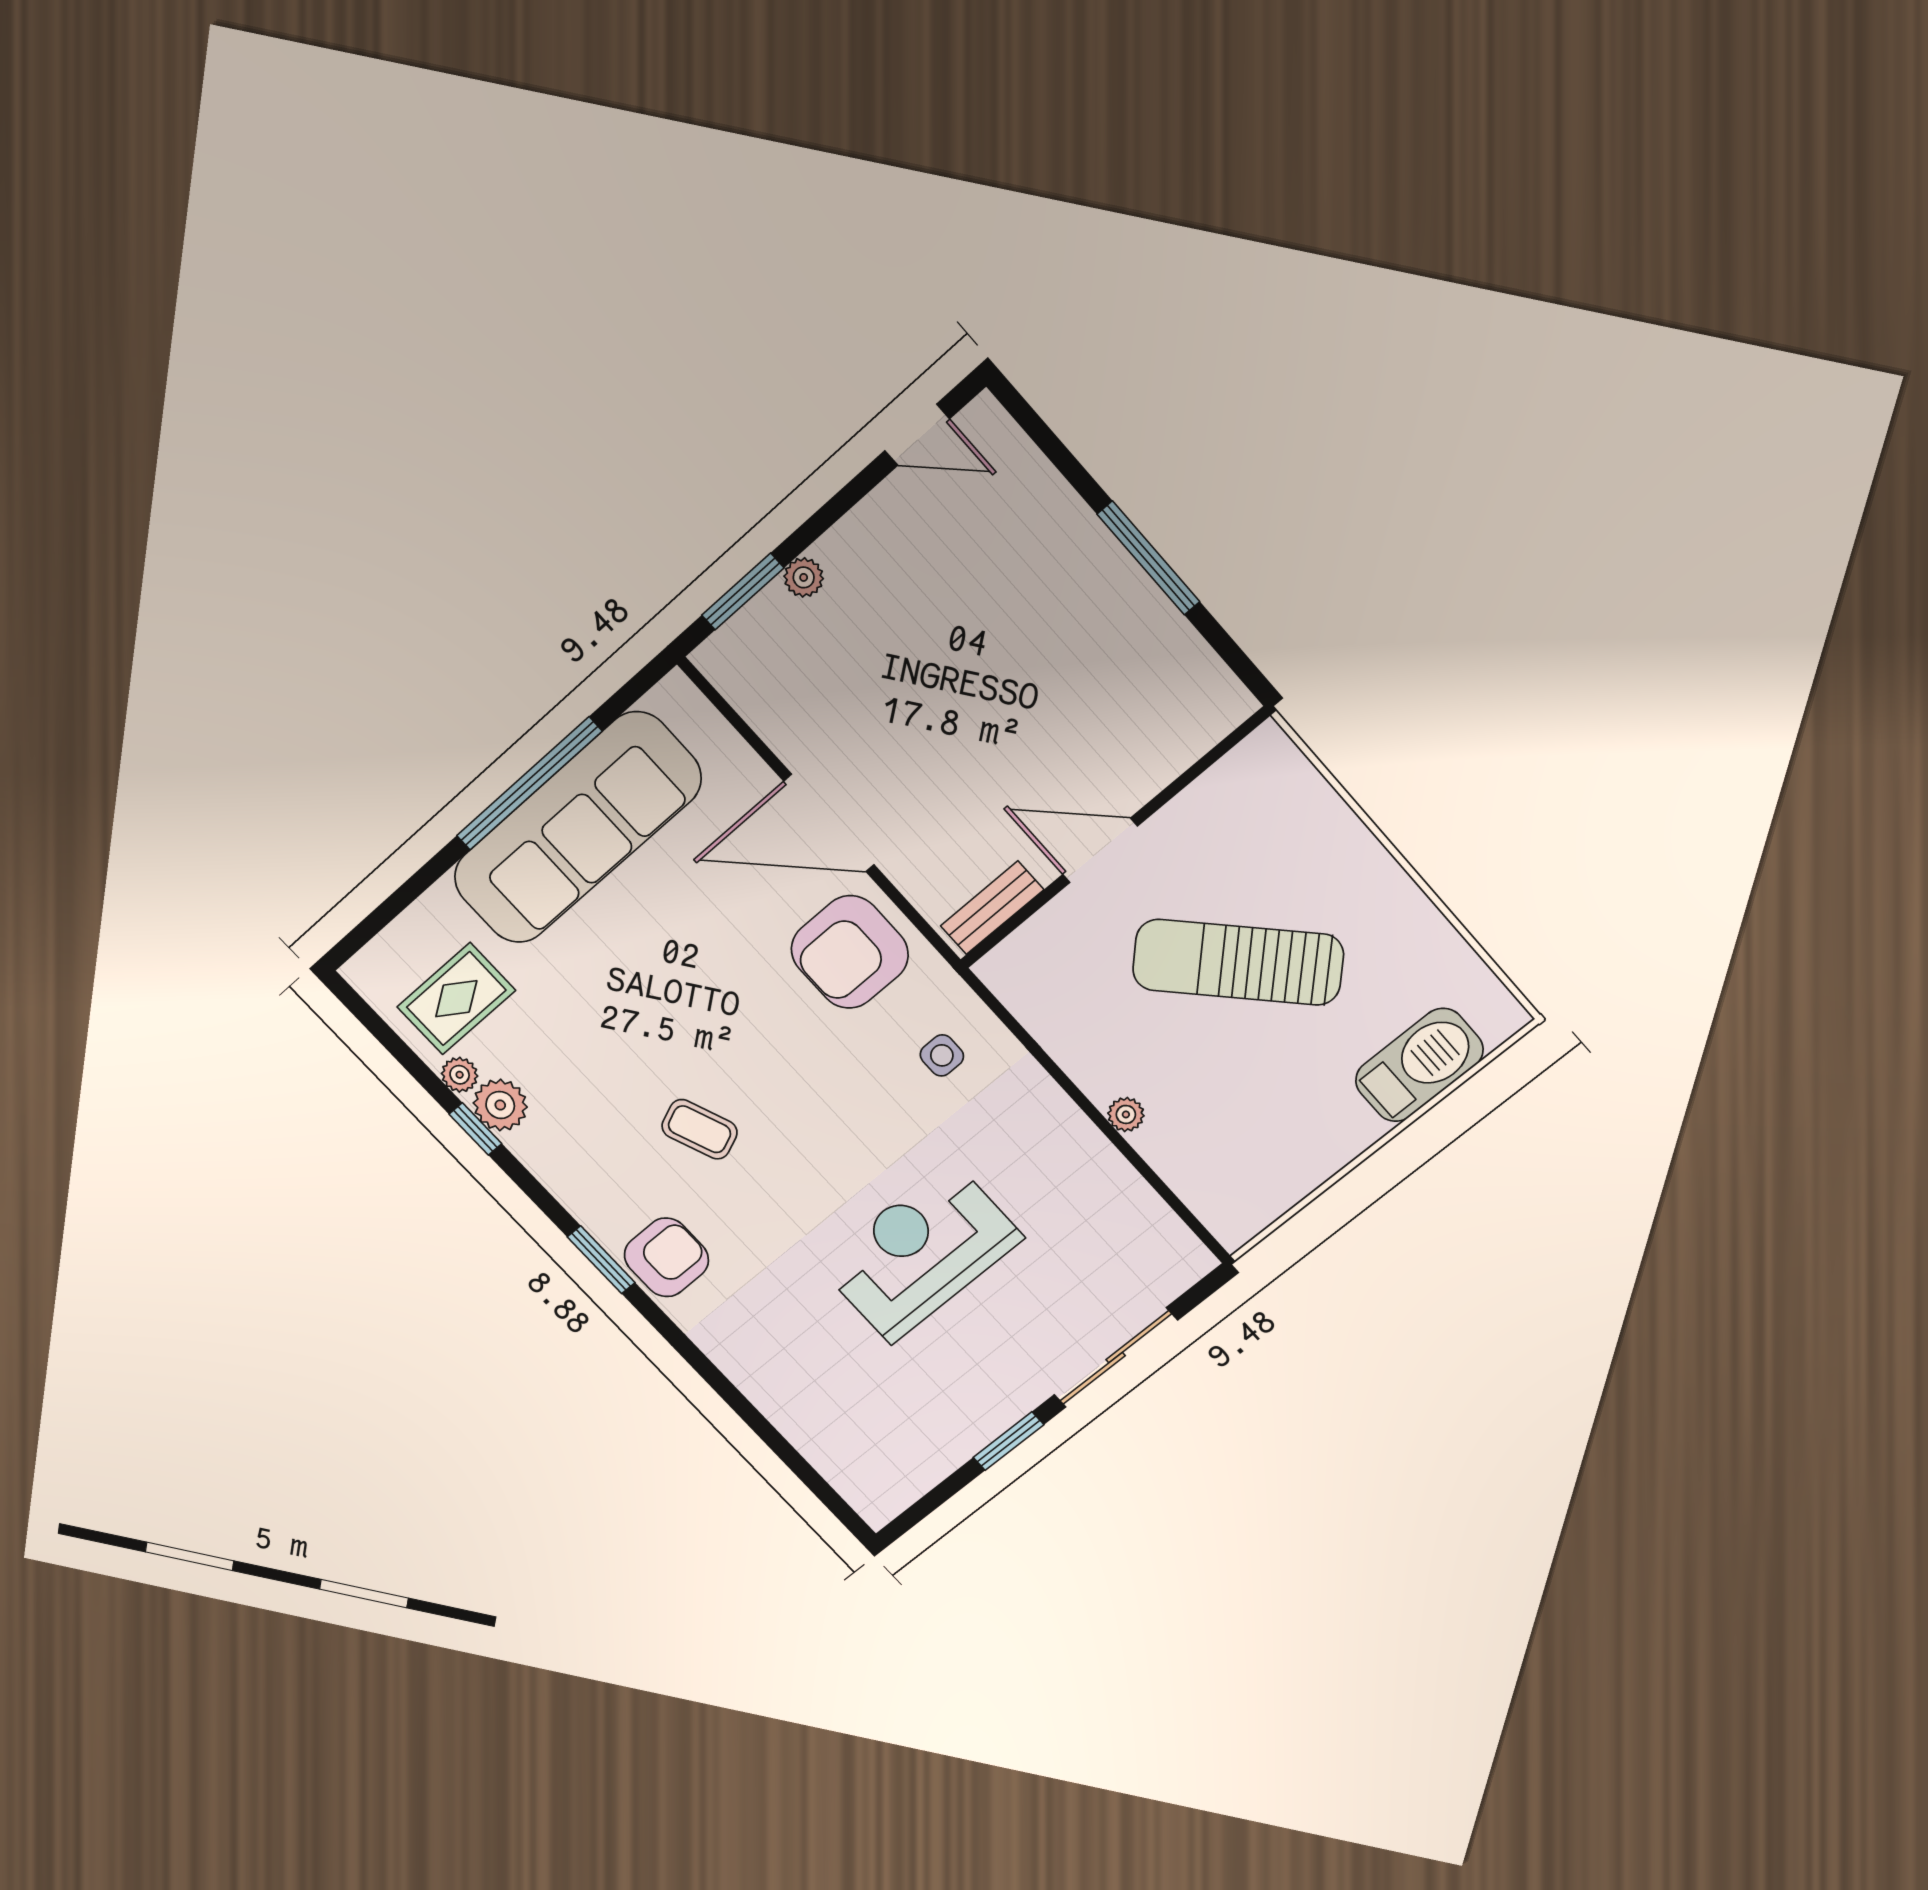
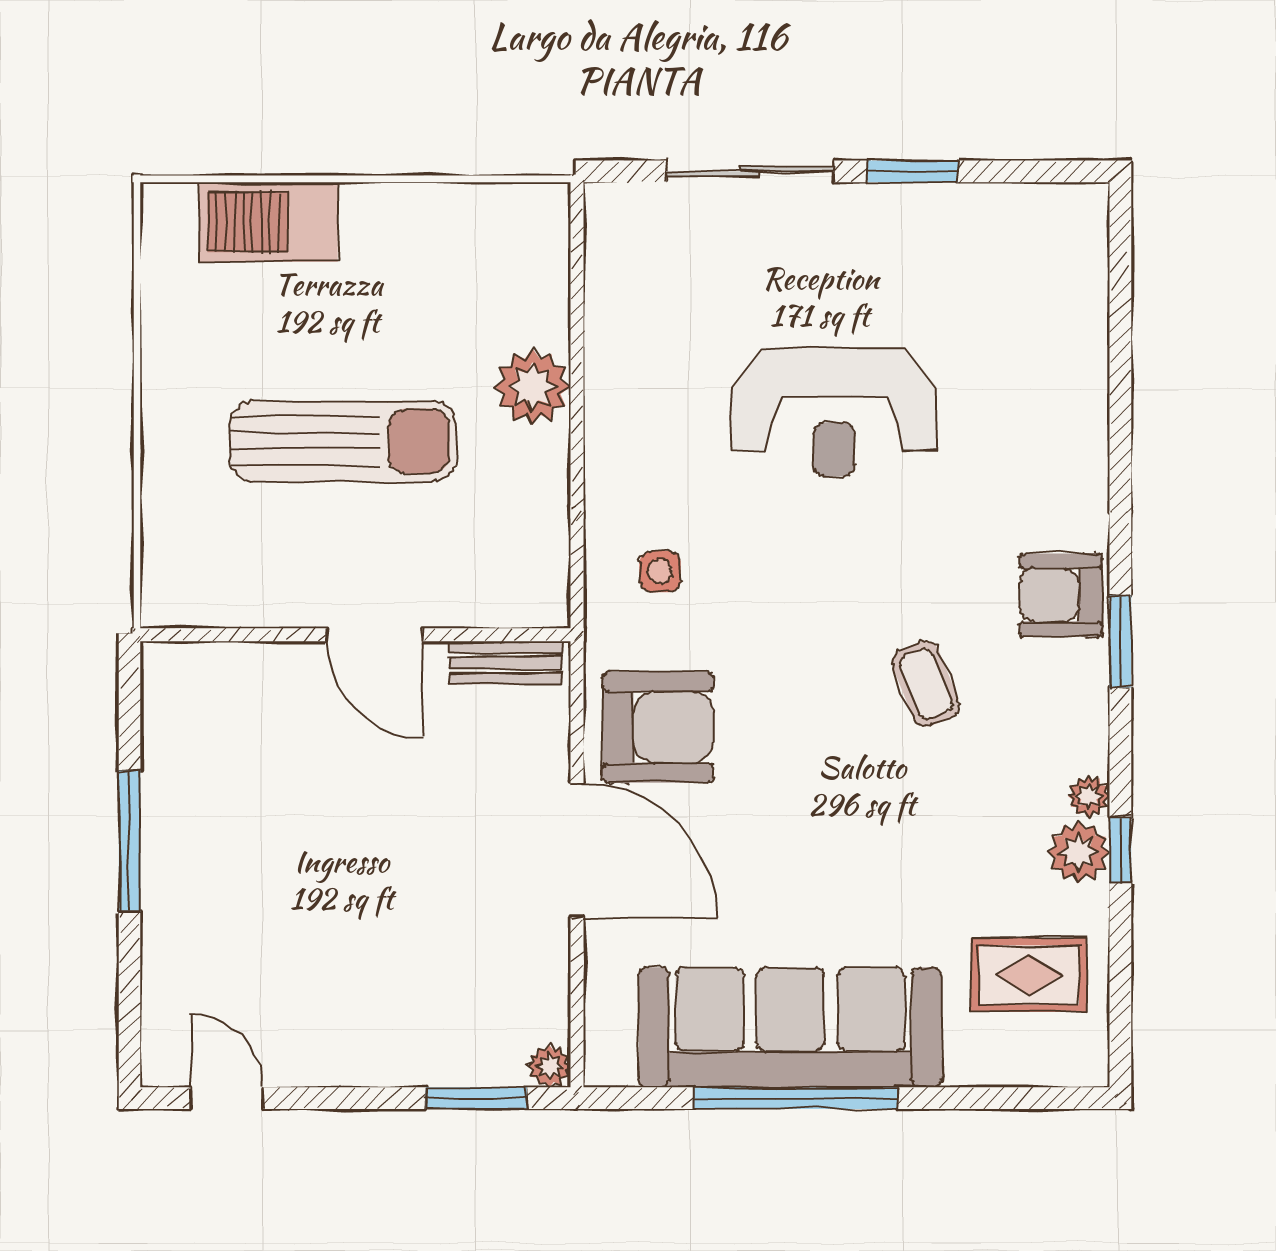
plant: (804, 577) -> (549, 1066), moved
sun lounger: (1238, 962) -> (343, 441), turned -46
plant: (460, 1075) -> (1089, 796), moved
plant: (1126, 1114) -> (532, 387), width x1.87, depth x1.87

